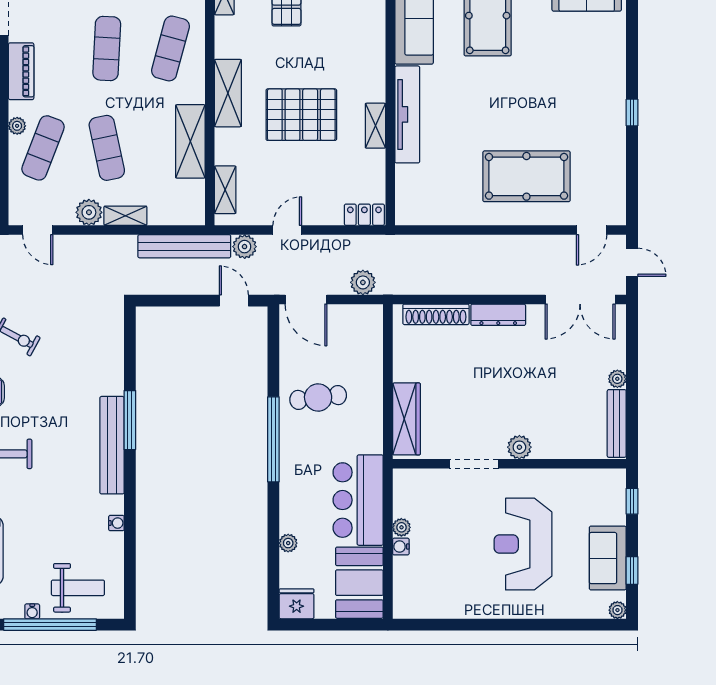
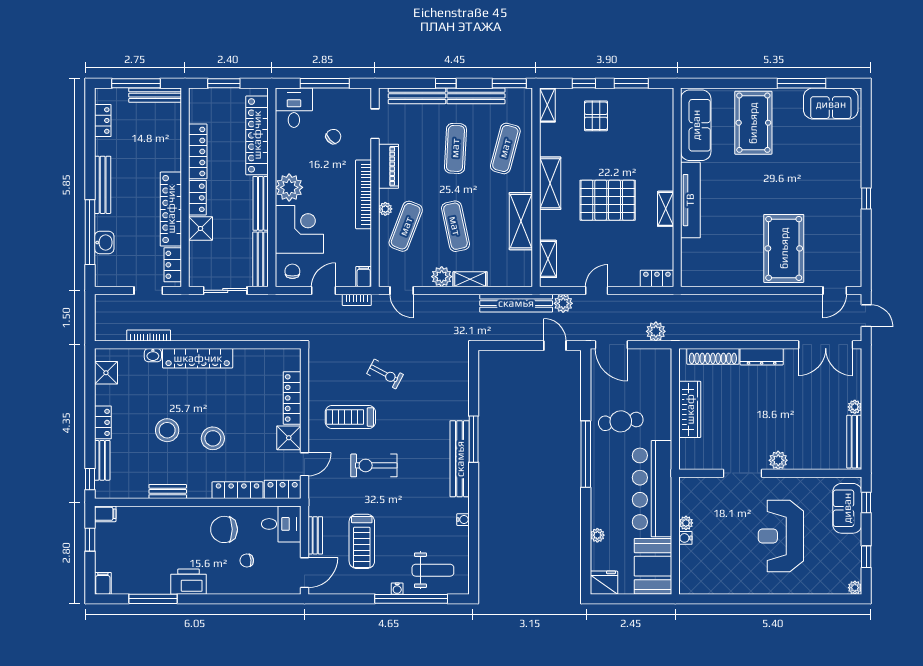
pool table: (526, 176) -> (784, 248), turned 90
wardrobe: (406, 419) -> (690, 409), moved
bar counter: (358, 500) -> (652, 489), width x1.36
sofa: (608, 558) -> (847, 508), moved

